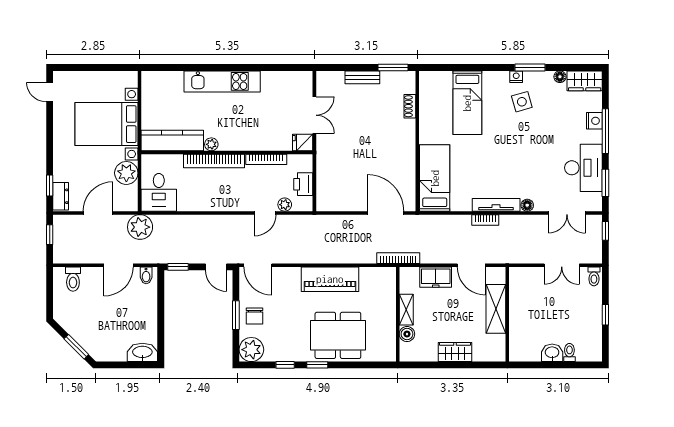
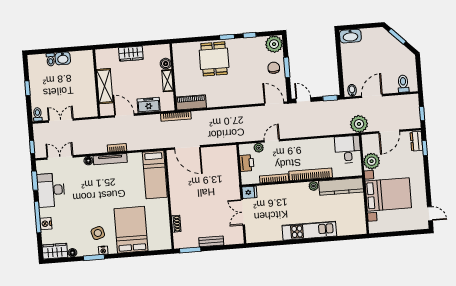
bed: (467, 103) -> (131, 230), width x1.50
piano: (330, 279) -> (191, 102), moved, width x0.73, depth x0.75
dining table: (338, 335) -> (214, 59), width x0.73

